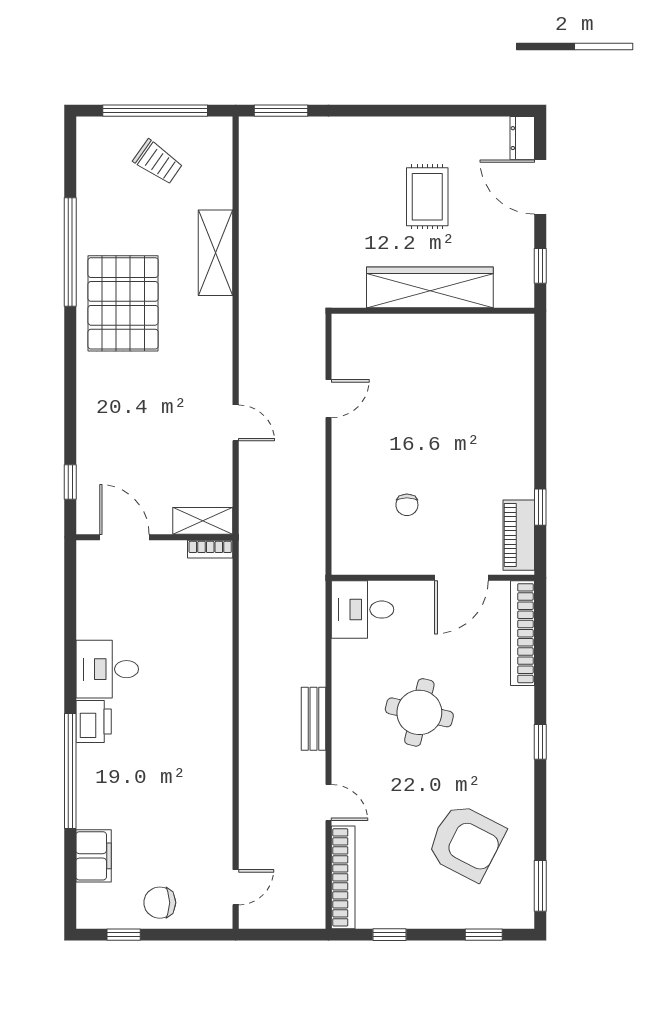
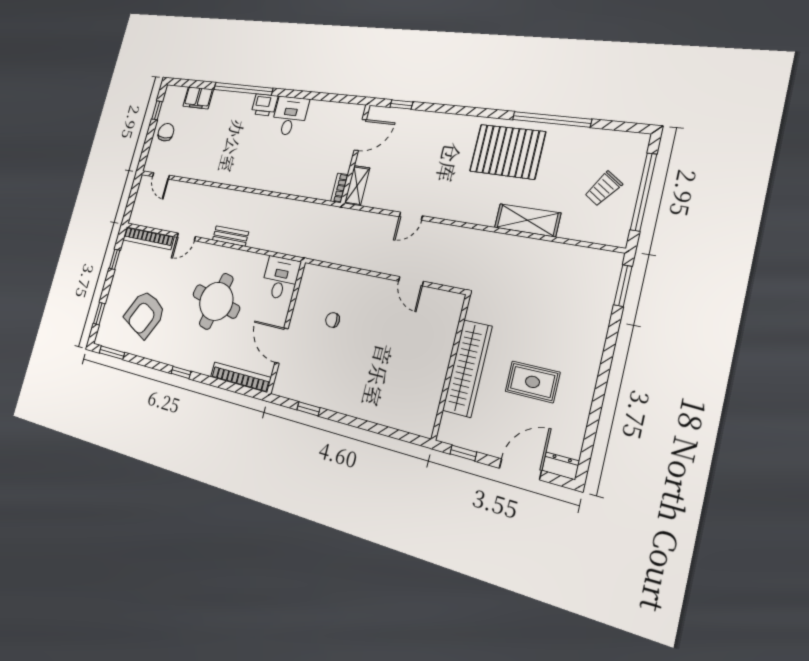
piano: (519, 535) -> (296, 390), removed
round table: (419, 712) -> (216, 301), width x1.36, depth x1.36

